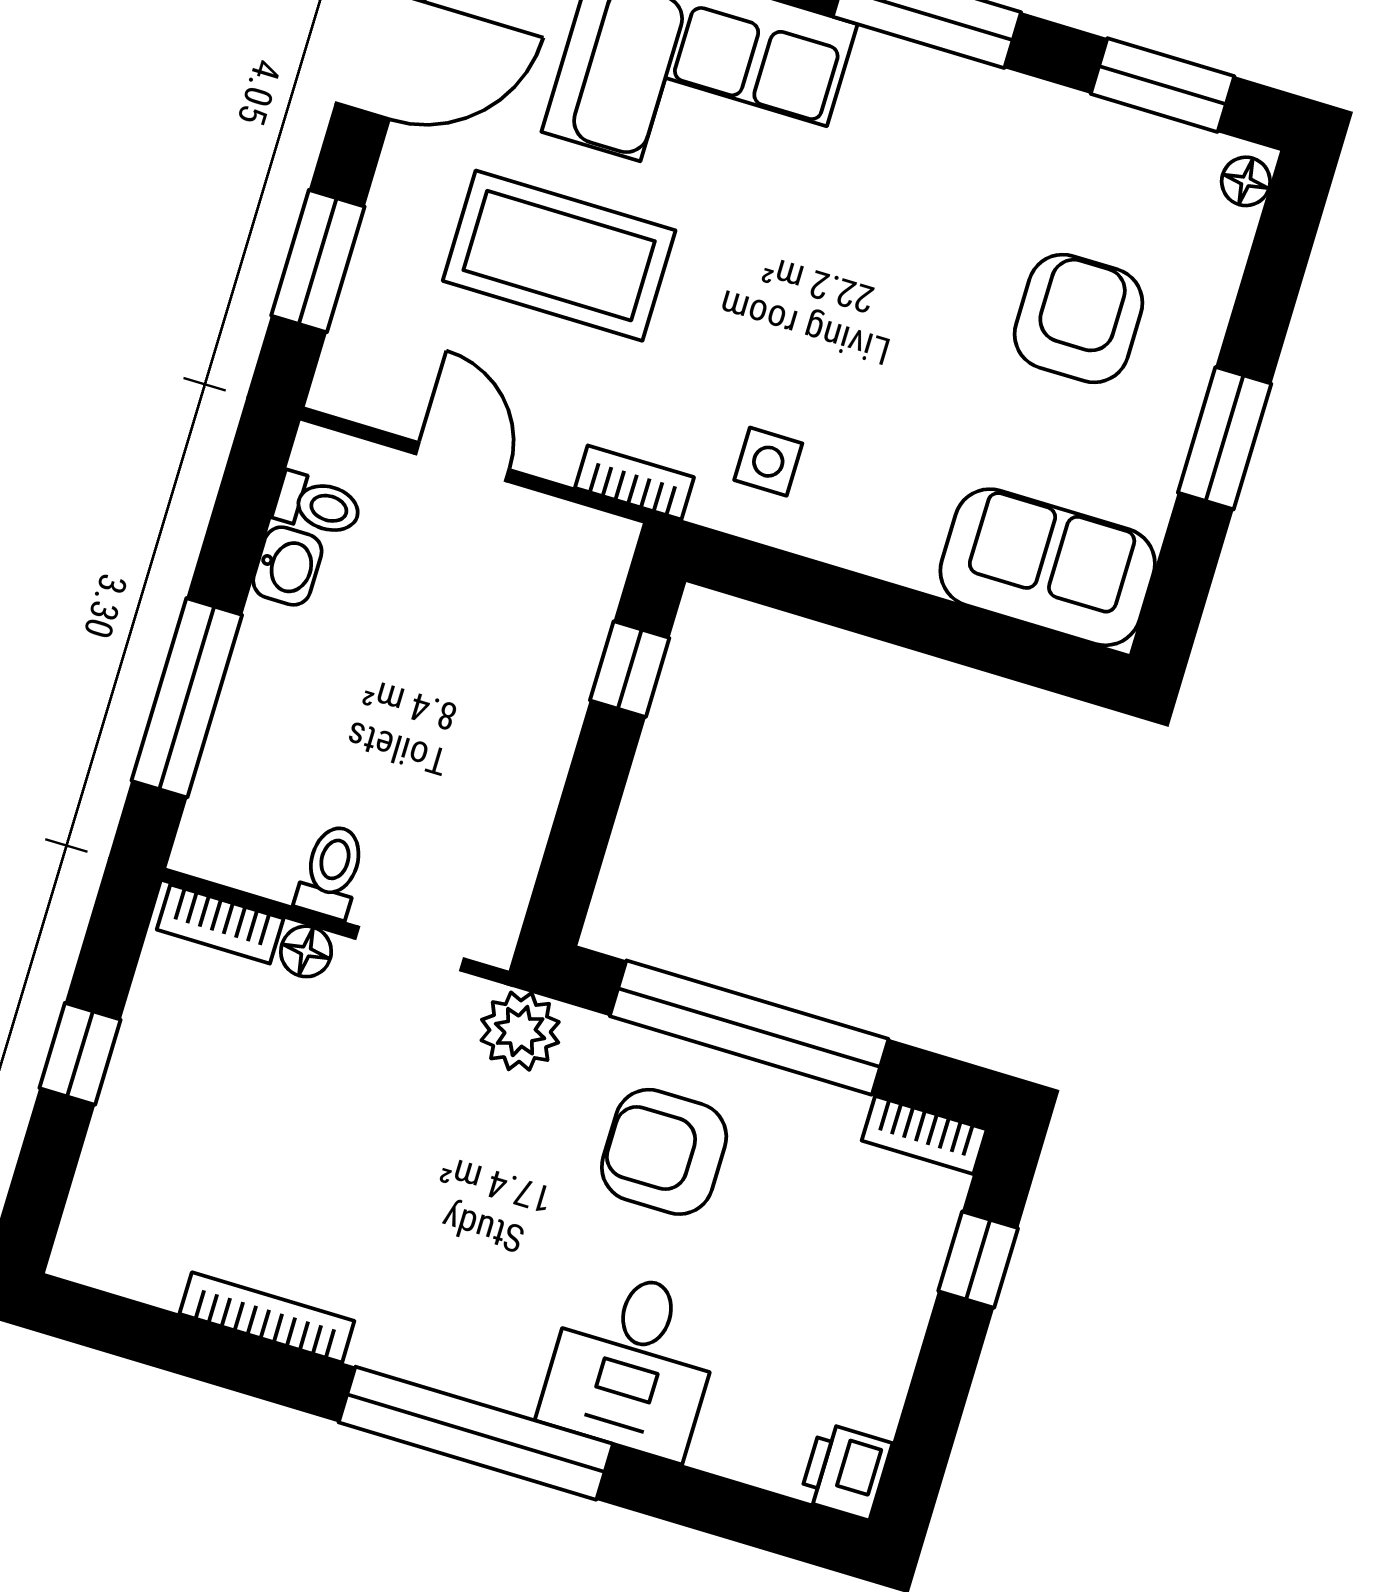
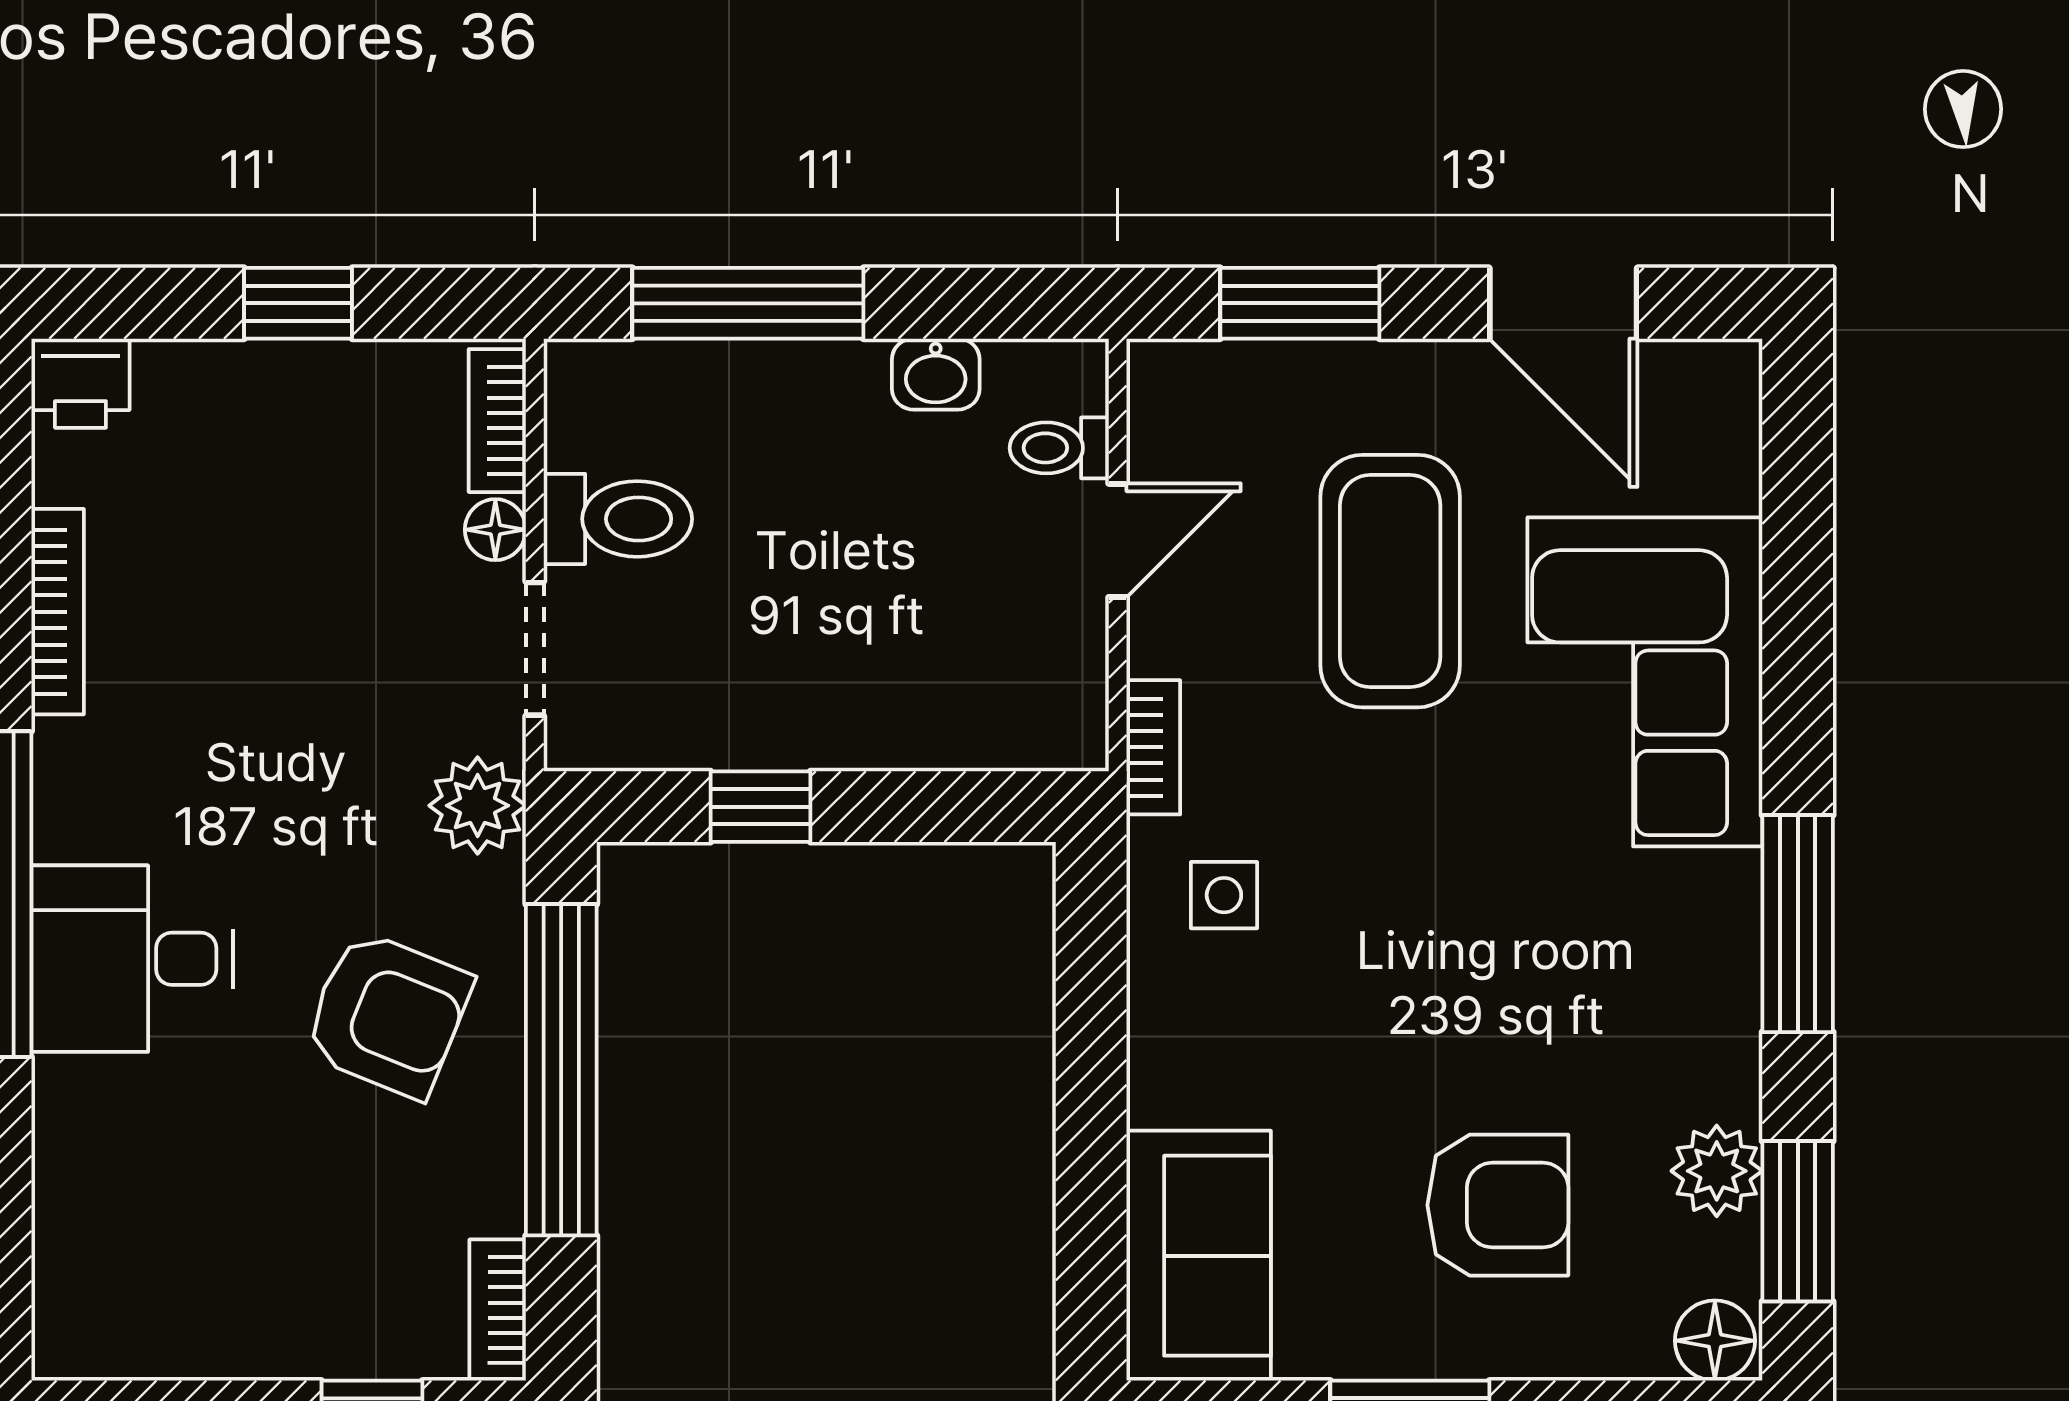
plant: (1103, 137) -> (1717, 1171), added
floor lamp: (1246, 181) -> (1715, 1341), width x1.37, depth x1.37
toilet: (318, 505) -> (1059, 448), moved, turned 90
window: (630, 669) -> (760, 807), moved
toilet: (331, 871) -> (618, 519), width x1.37, depth x1.39
armchair: (664, 1152) -> (388, 1014), turned 112
desk: (632, 1363) -> (132, 959), moved
printer: (846, 1471) -> (80, 383), moved, turned 180

